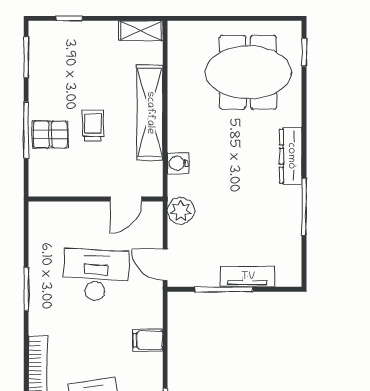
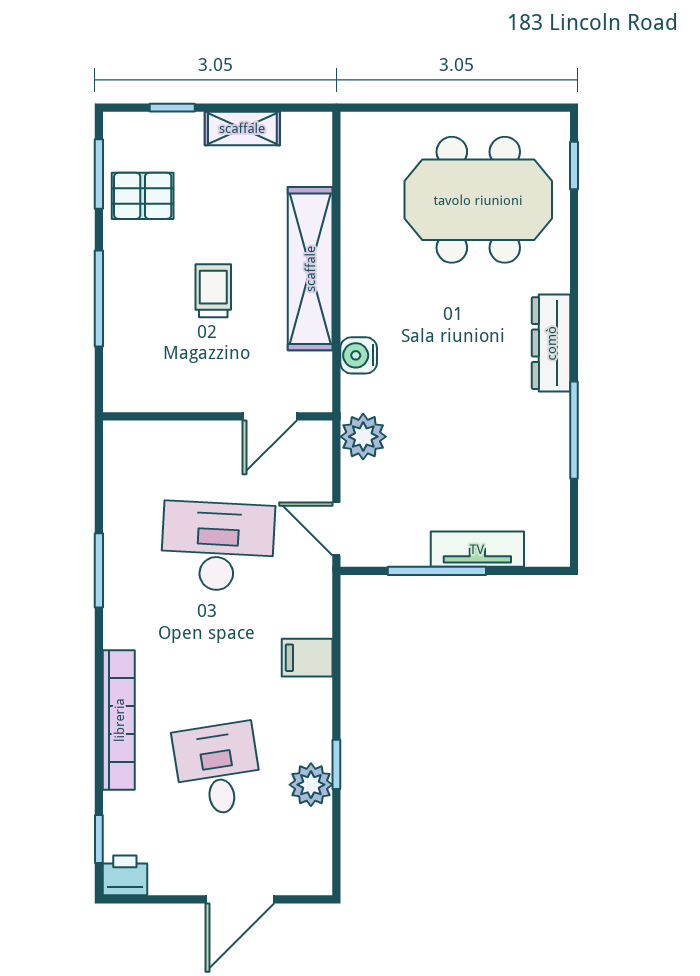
shelving: (141, 31) -> (242, 128), moved
pallet: (50, 135) -> (143, 196), moved

